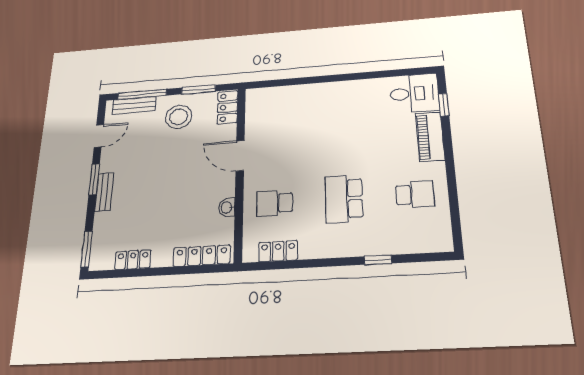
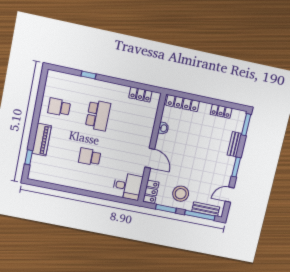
desk: (414, 93) -> (128, 186), moved, turned 180
bench: (104, 192) -> (234, 144), moved
school desk: (275, 203) -> (90, 157), moved, turned 180

